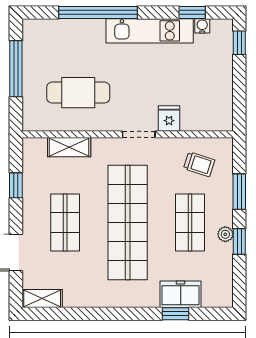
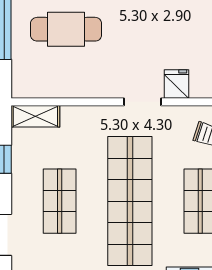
cafe table: (78, 93) -> (66, 29), moved
shelving: (69, 147) -> (35, 116), moved

